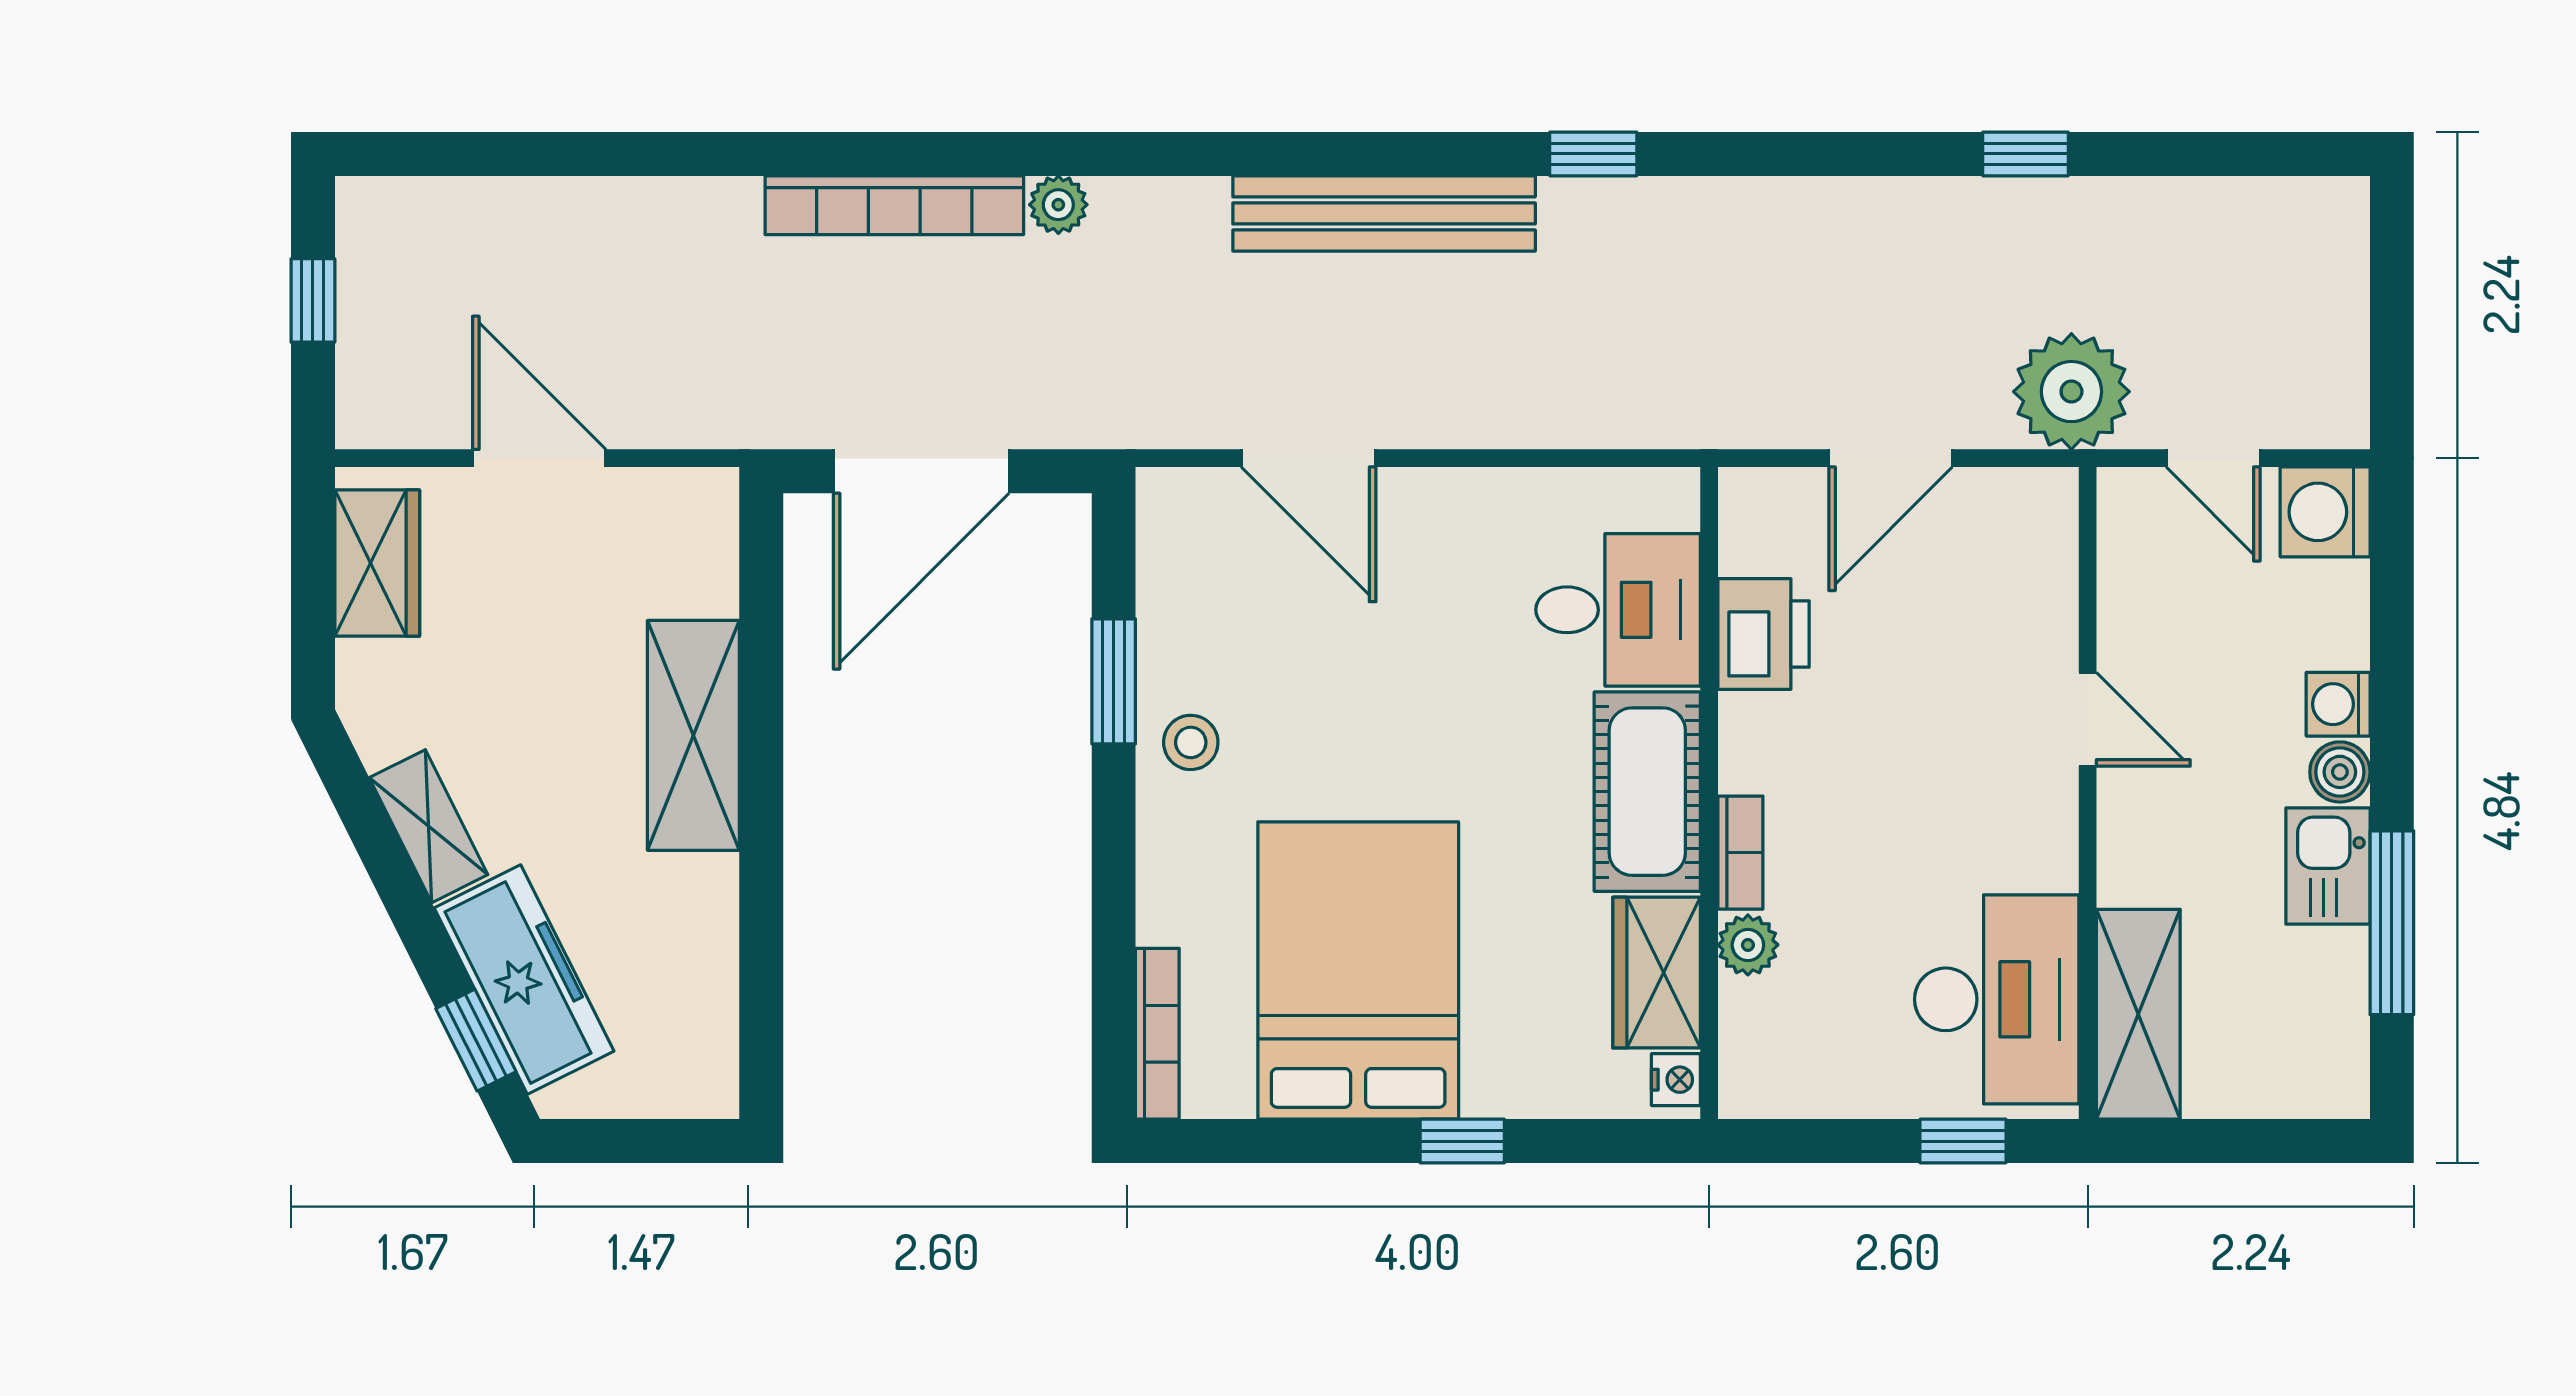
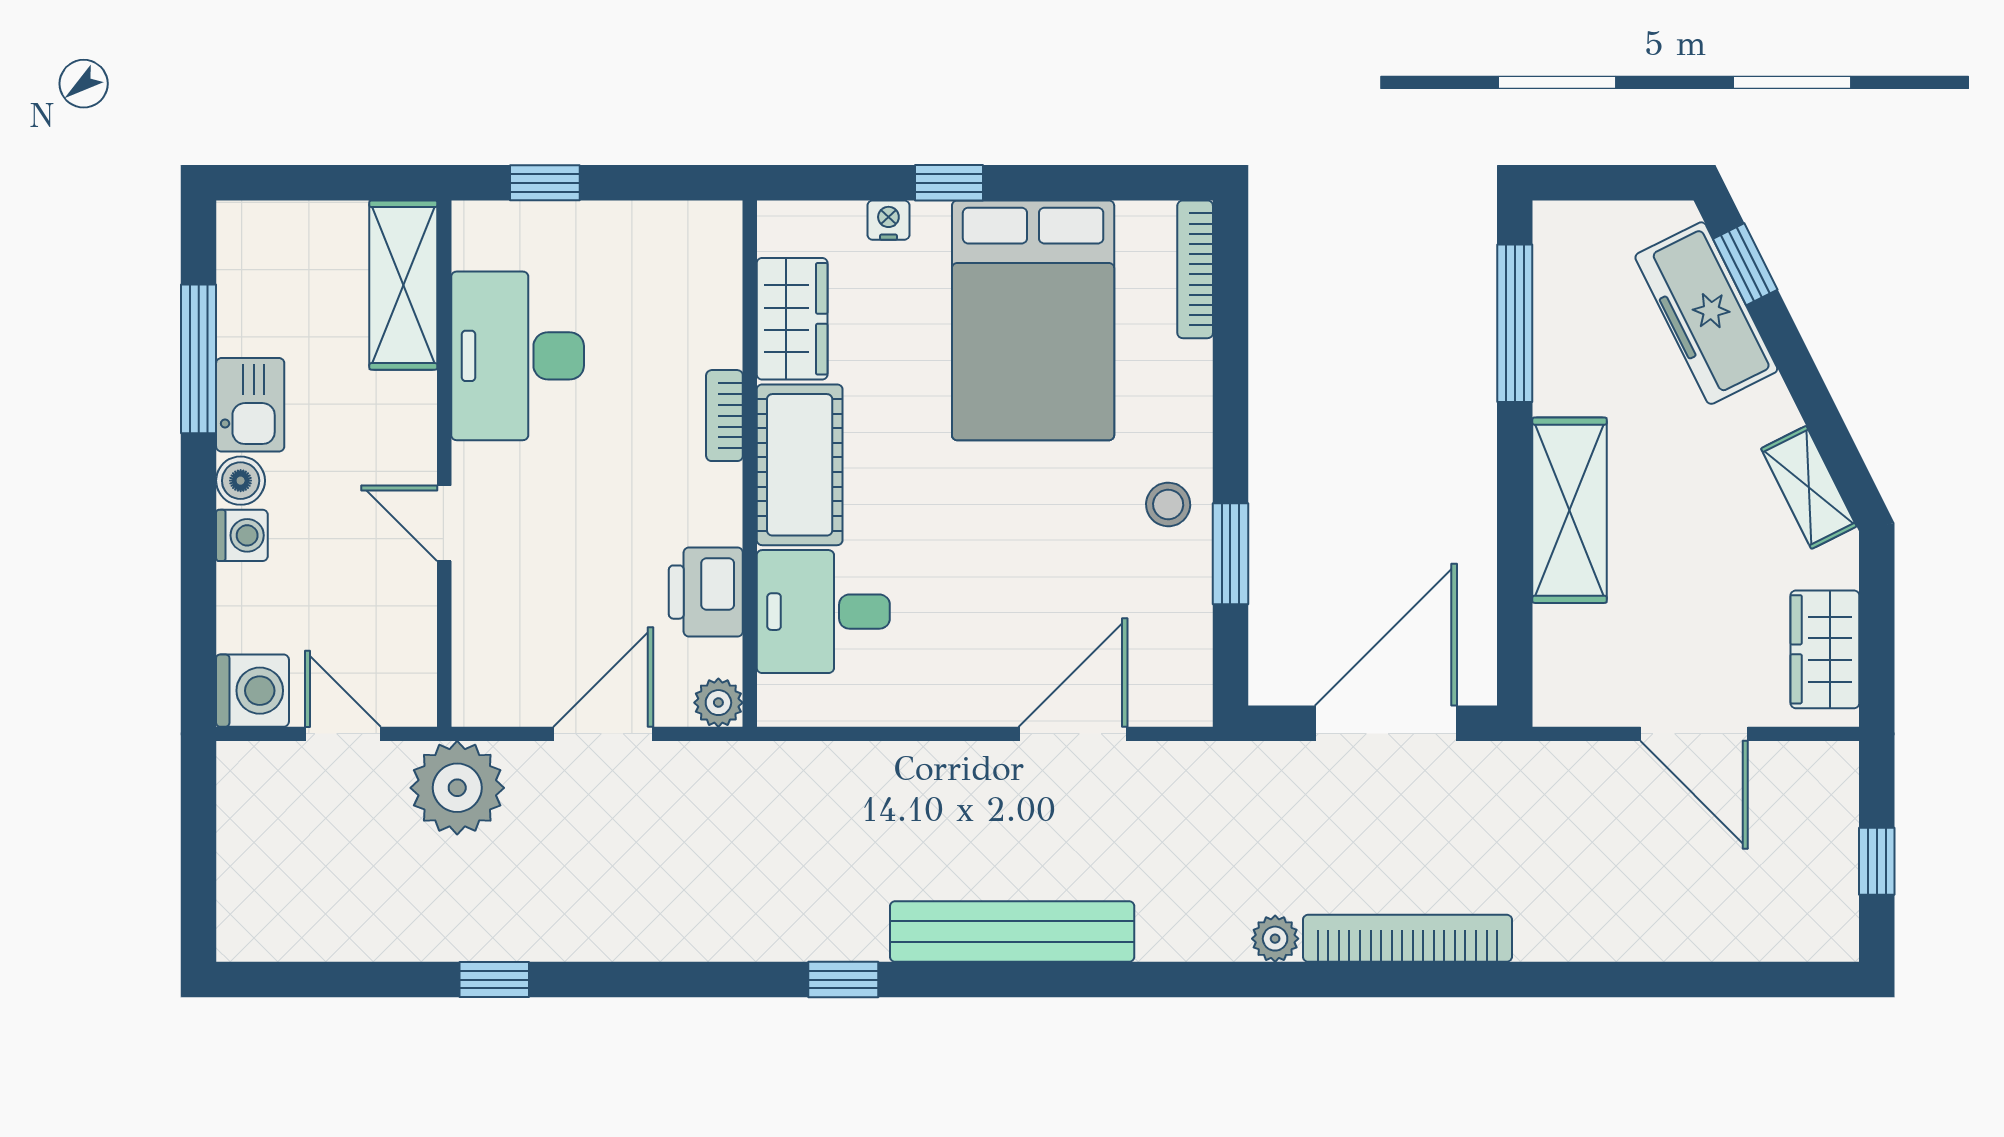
door: (1309, 458) -> (1073, 734), hinge flipped
shelving: (428, 826) -> (1809, 487), moved
plant: (1748, 945) -> (718, 703), moved
window: (761, 967) -> (1515, 323), added
desk: (1997, 999) -> (518, 356), moved
nightstand: (1676, 1080) -> (888, 220), moved, turned 90

